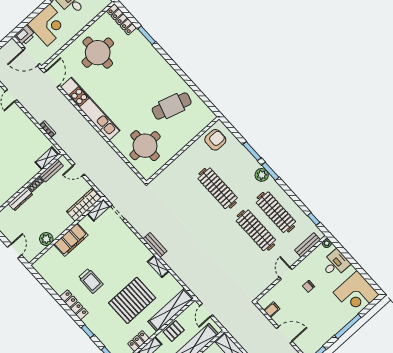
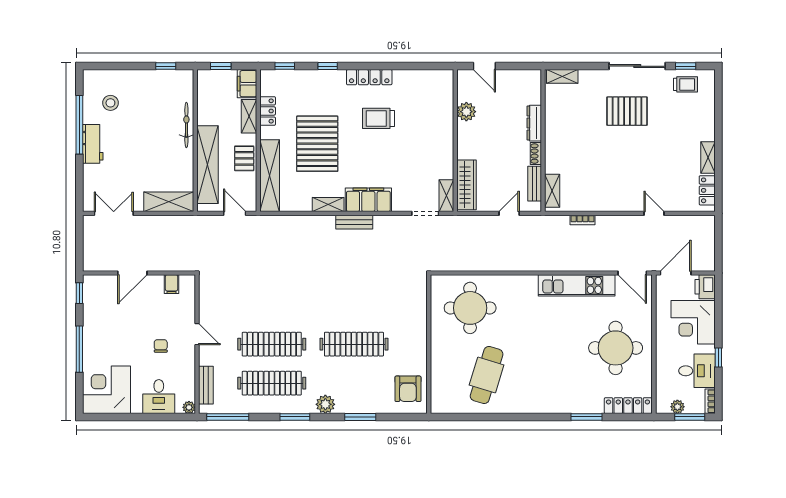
kitchen unit: (90, 109) -> (577, 285), width x0.73
window: (270, 171) -> (295, 417), moved
window: (314, 219) -> (228, 417), width x2.17
filing cabinet: (71, 240) -> (368, 200), moved, turned 90

